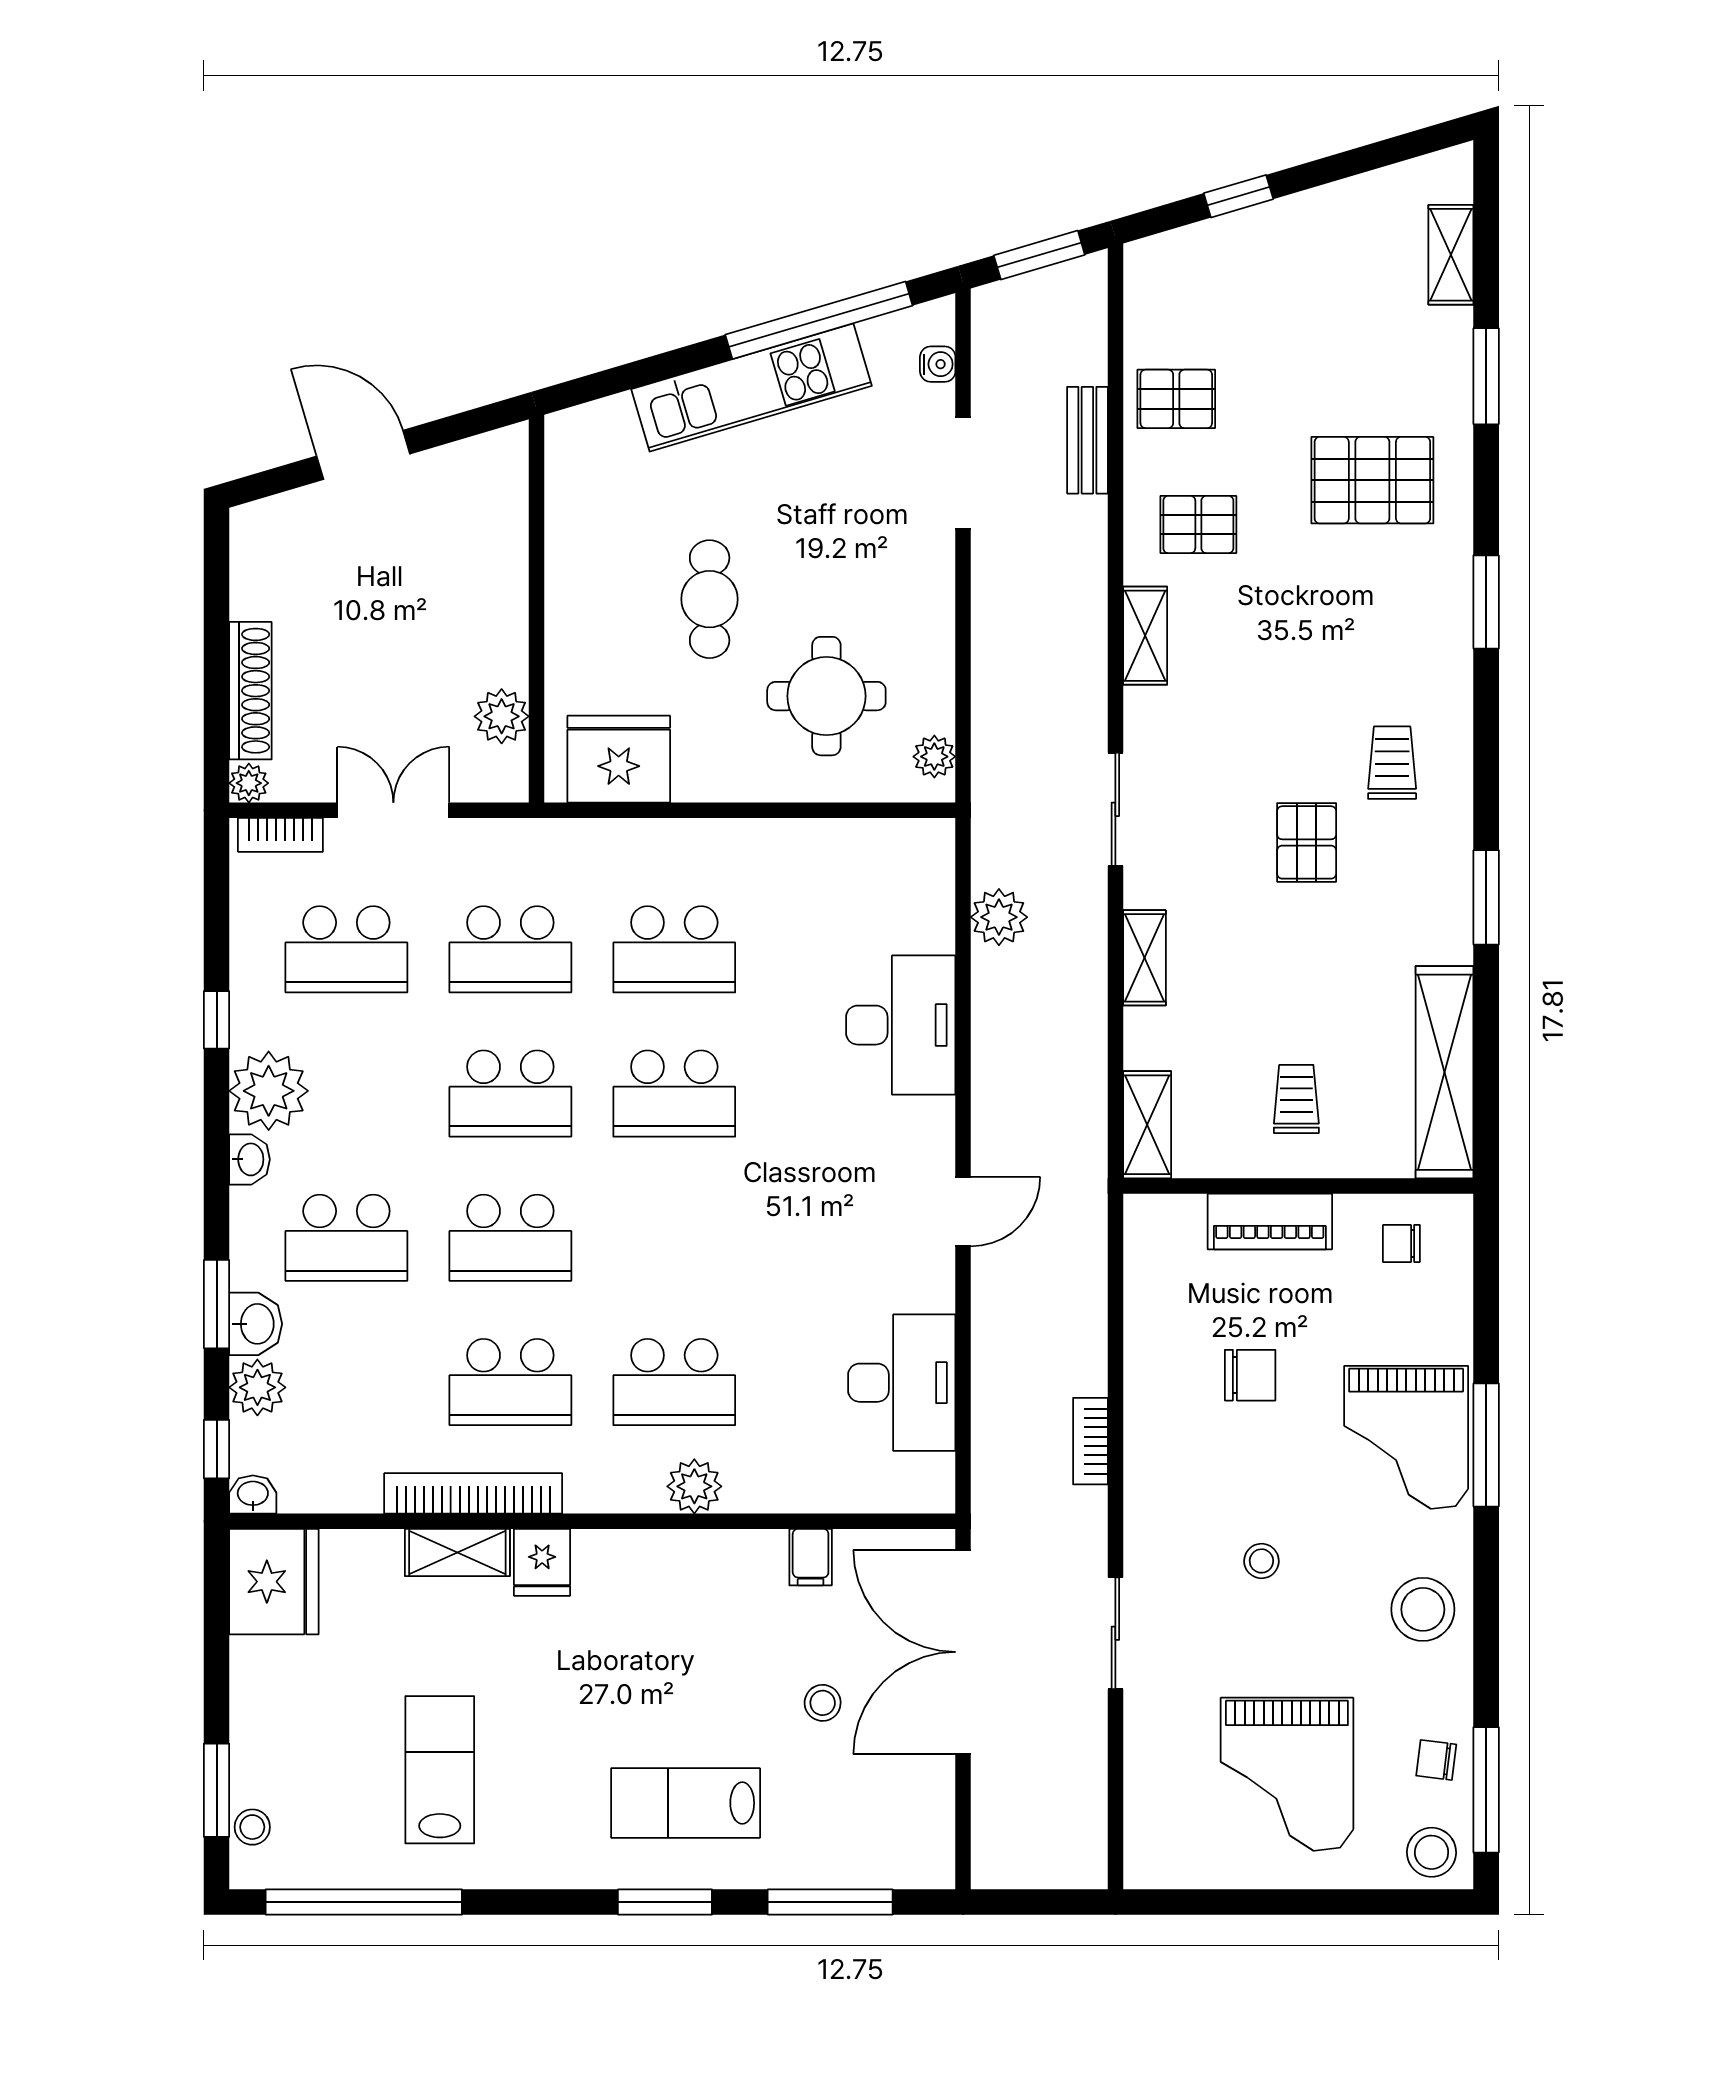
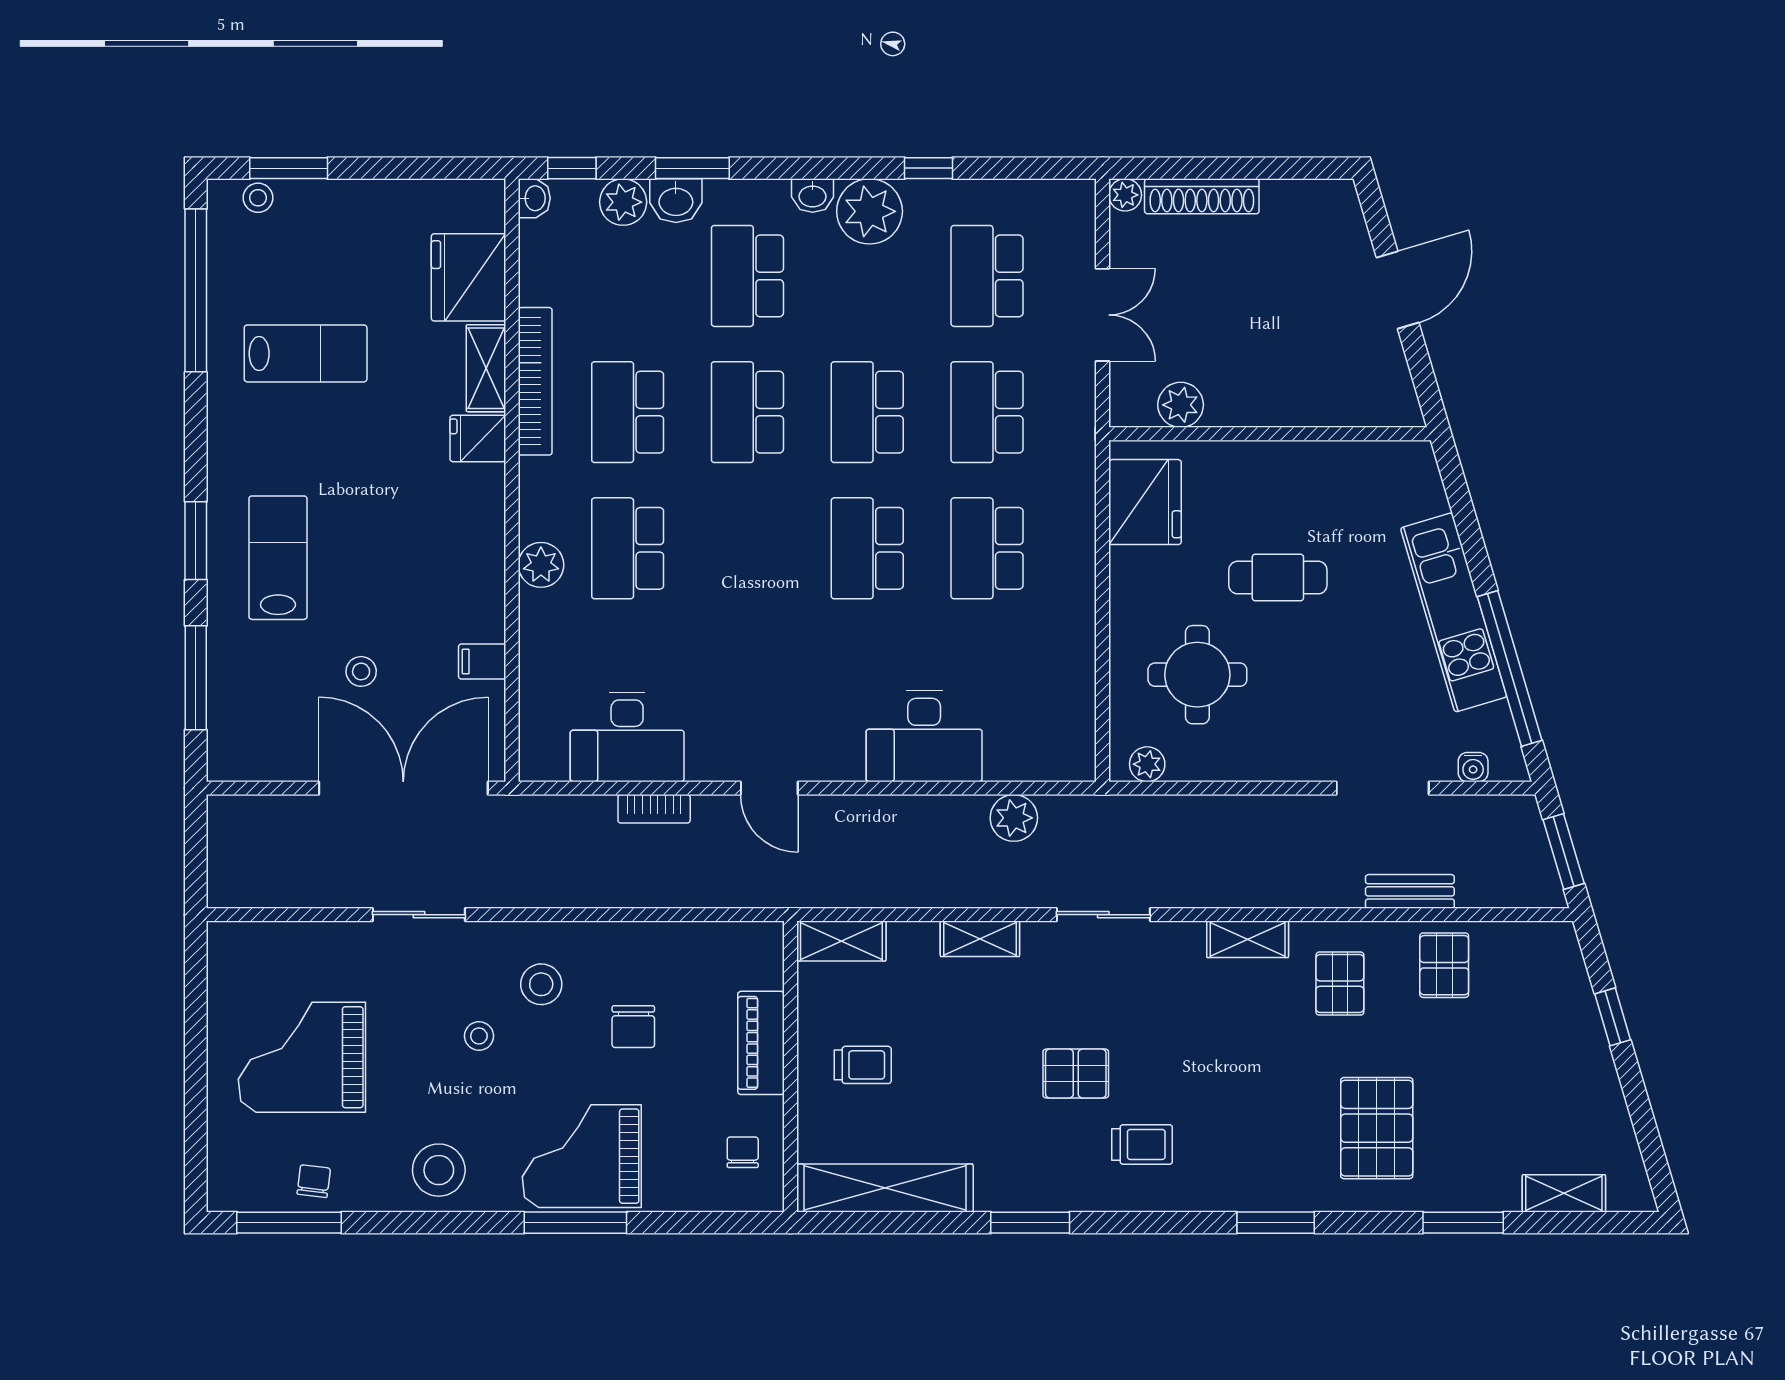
bookcase: (280, 835) -> (1082, 221), removed
bookcase: (1090, 1441) -> (654, 809), moved, turned 180
fridge: (274, 1582) -> (469, 277), moved, turned 90
stool: (1432, 1852) -> (541, 984), moved

